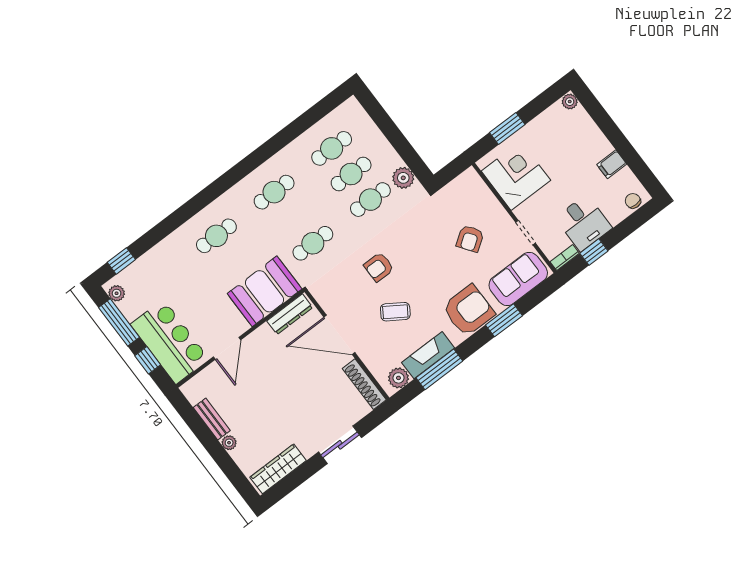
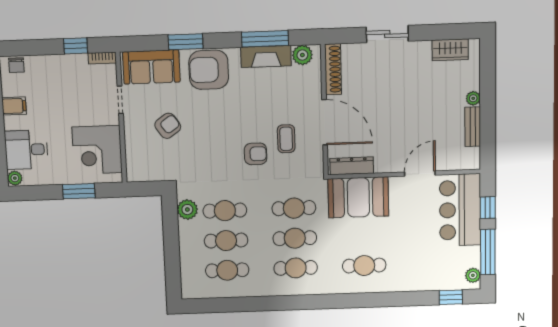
cafe table: (293, 218) -> (295, 238), added
desk: (584, 223) -> (26, 150), moved, turned -90
coffee table: (395, 312) -> (286, 139), moved, turned 57
wardrobe: (278, 469) -> (450, 50), width x0.67

